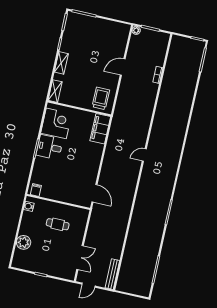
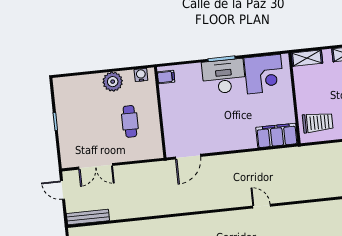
desk: (50, 147) -> (224, 76), width x1.37
plant: (24, 242) -> (113, 82), moved

